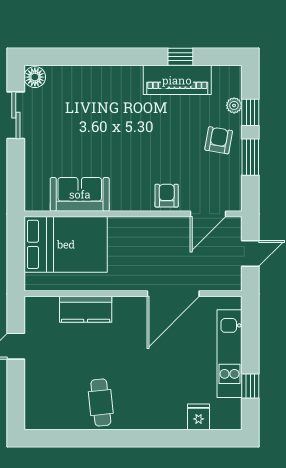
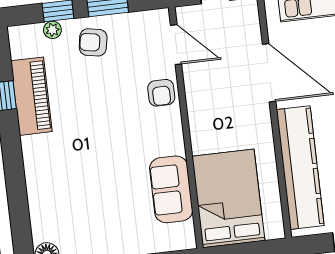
armchair: (167, 196) -> (161, 93), turned -90
kitchen counter: (86, 309) -> (300, 168), width x2.08, depth x1.17

